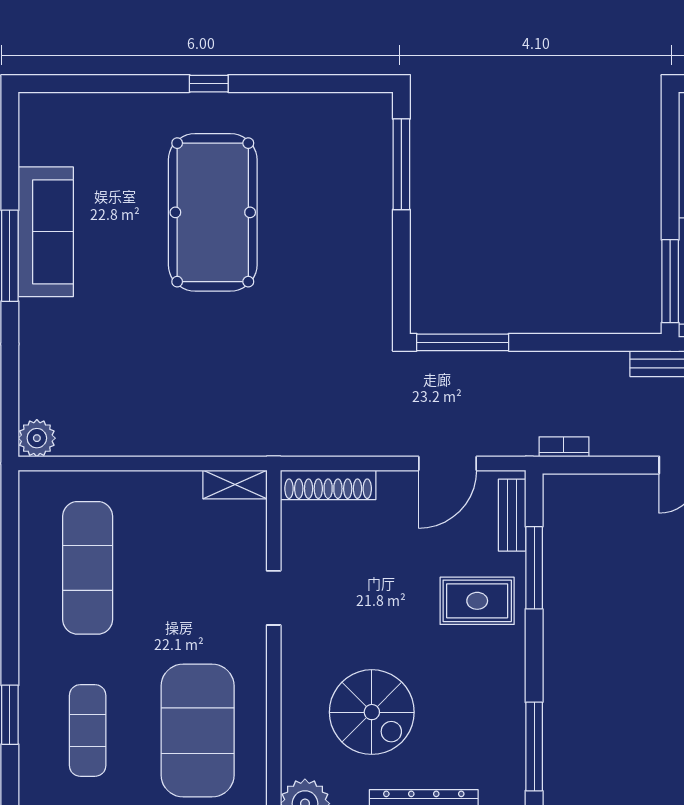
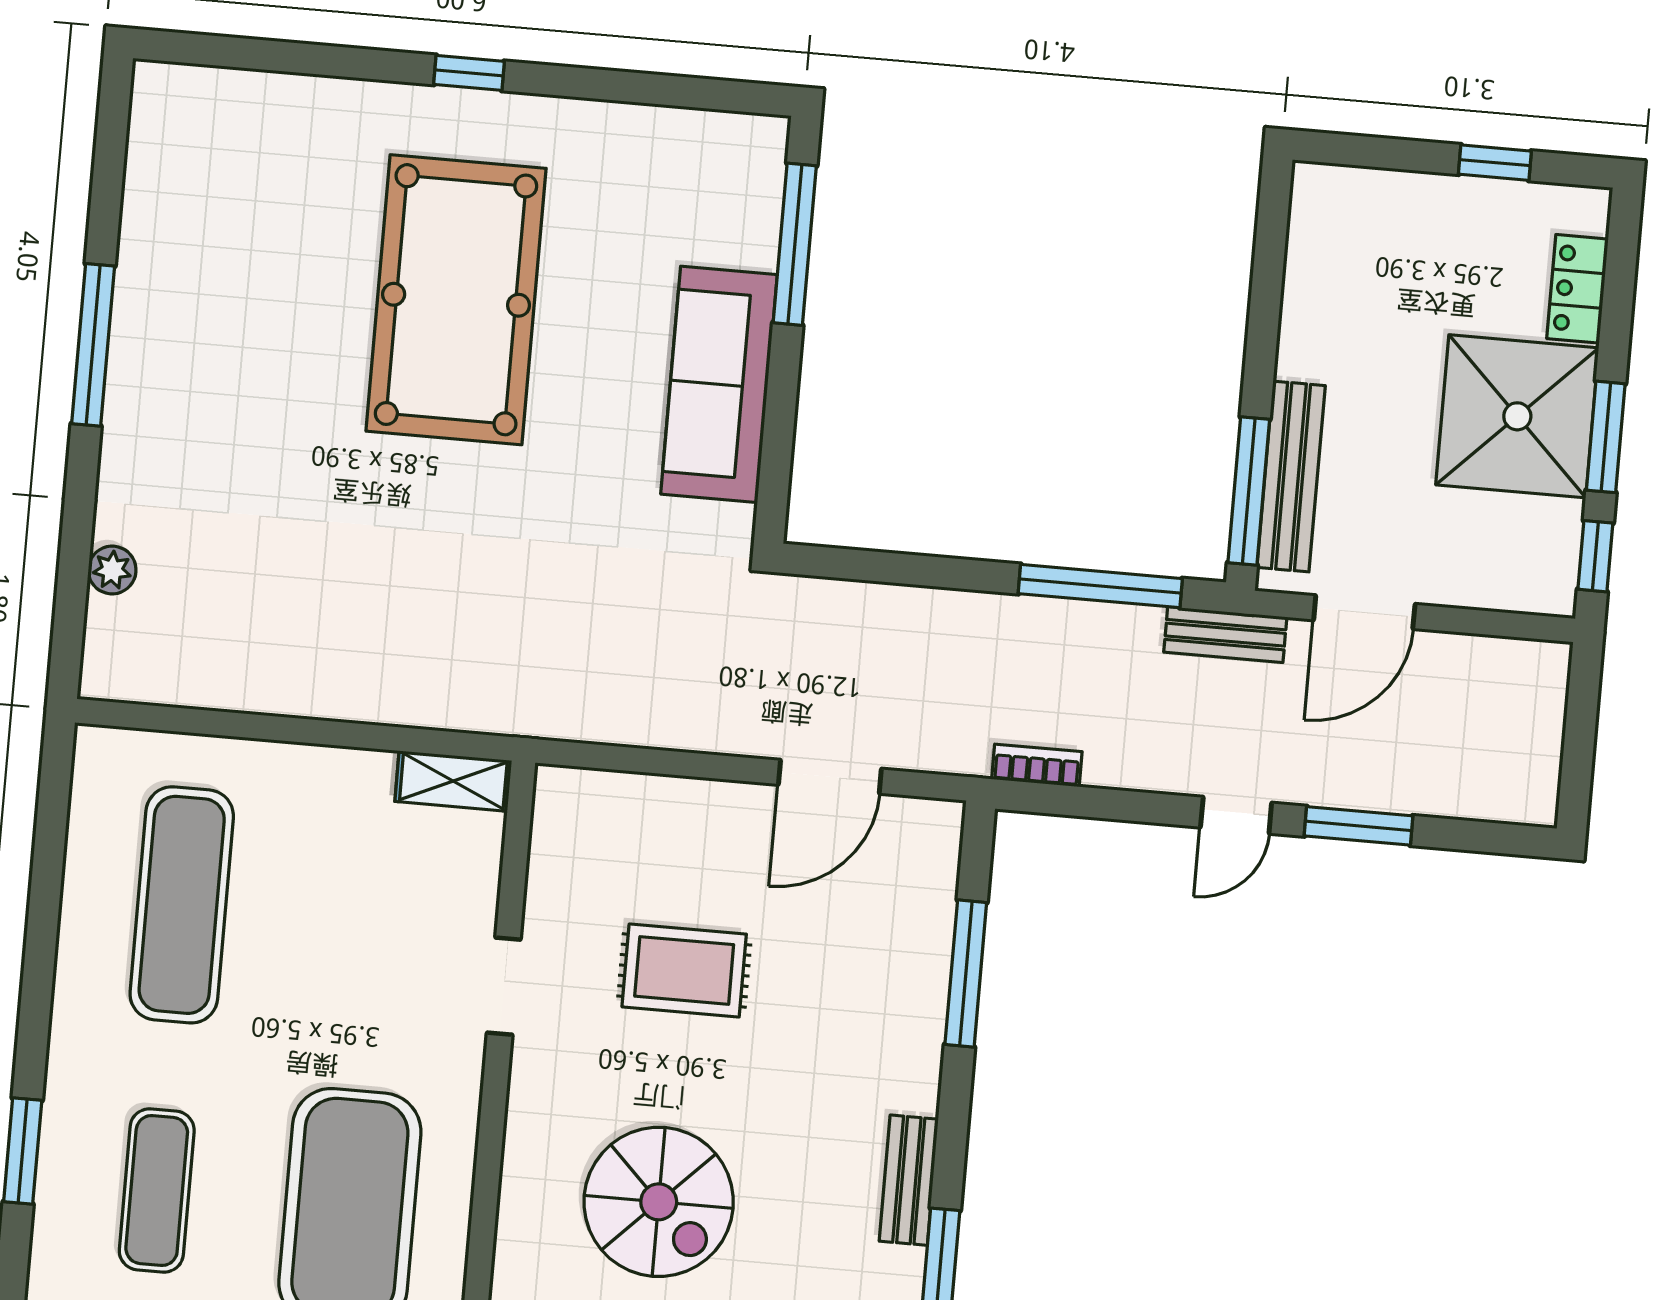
sofa: (46, 232) -> (719, 384), moved, turned 180
window: (463, 342) -> (1100, 586), moved
plant: (37, 438) -> (112, 570), moved, width x0.73, depth x0.73
shoe rack: (328, 485) -> (617, 796), removed
bench: (512, 515) -> (909, 1180), moved
rug: (477, 601) -> (684, 970), moved

